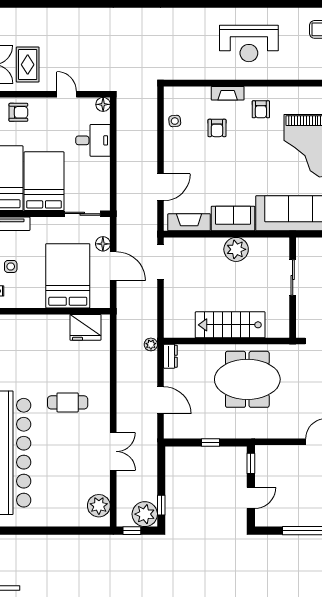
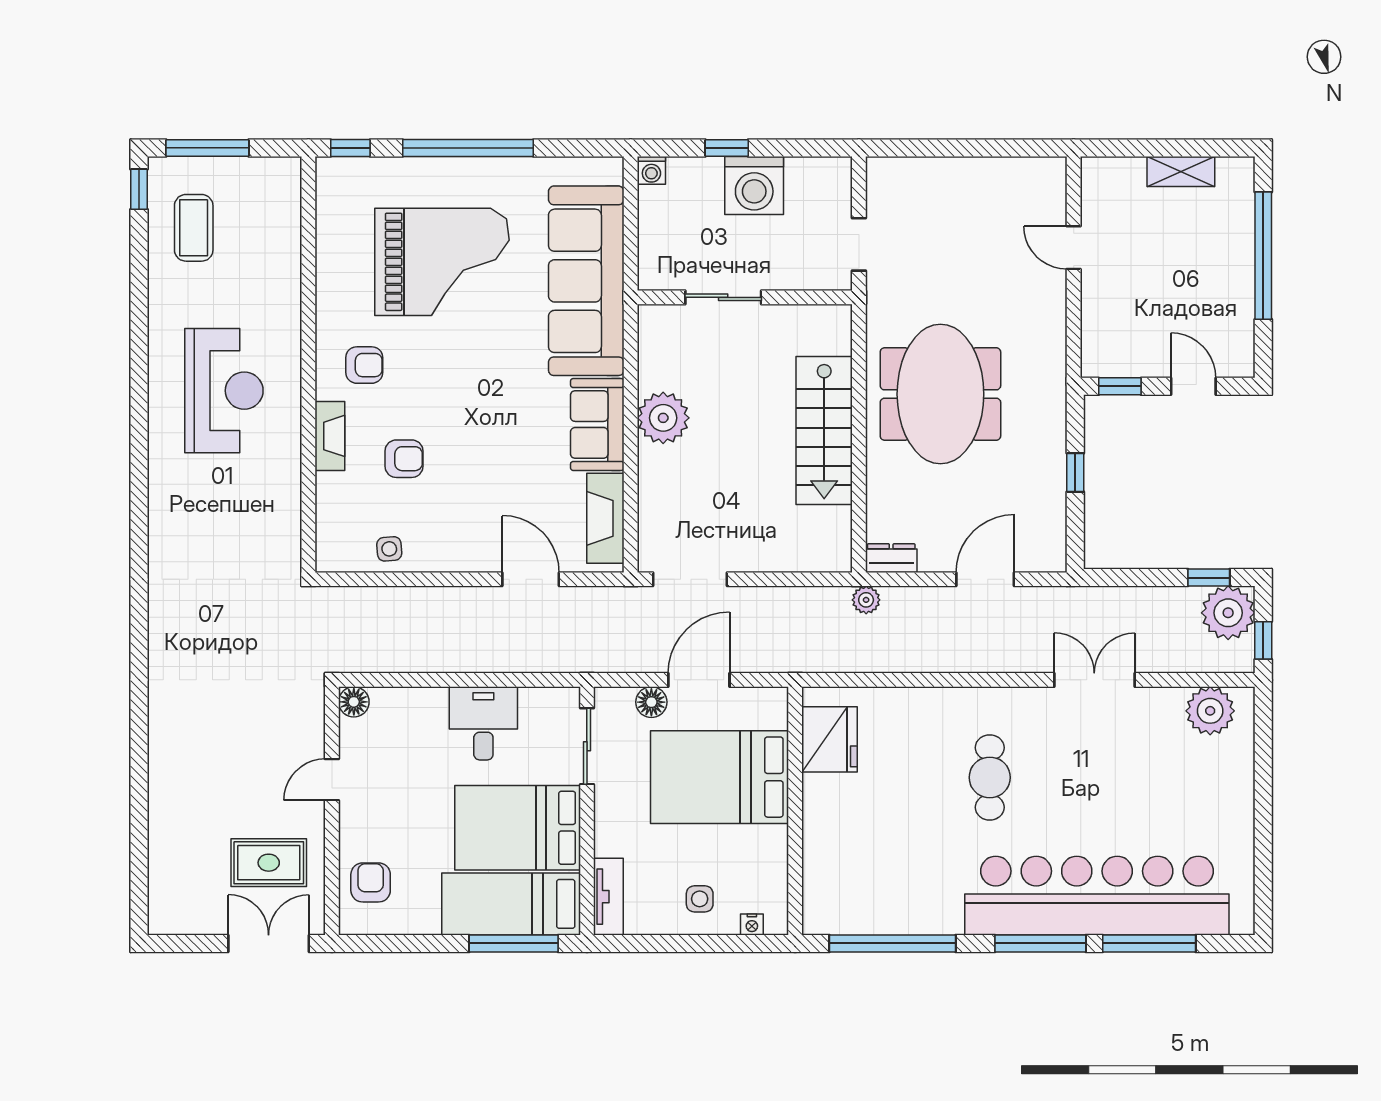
desk: (93, 140) -> (483, 723), moved

